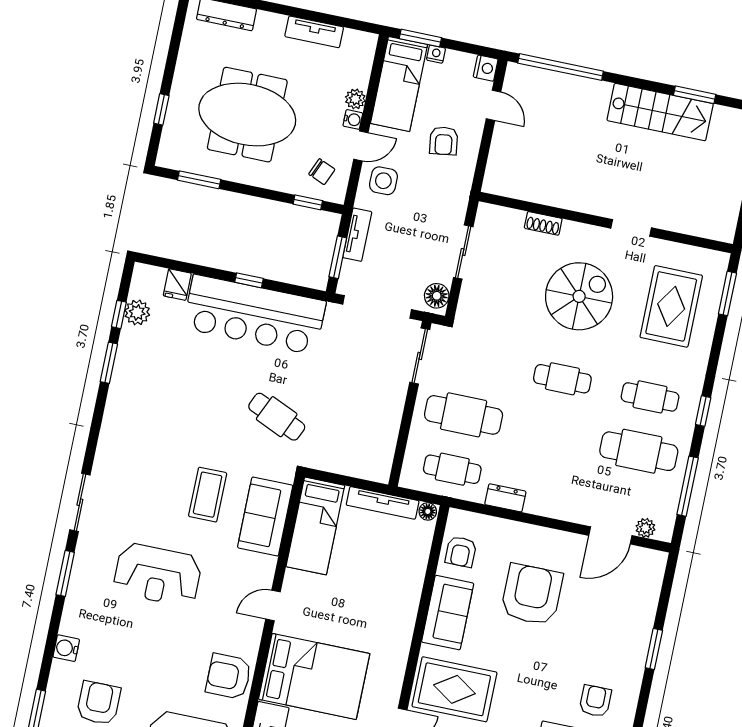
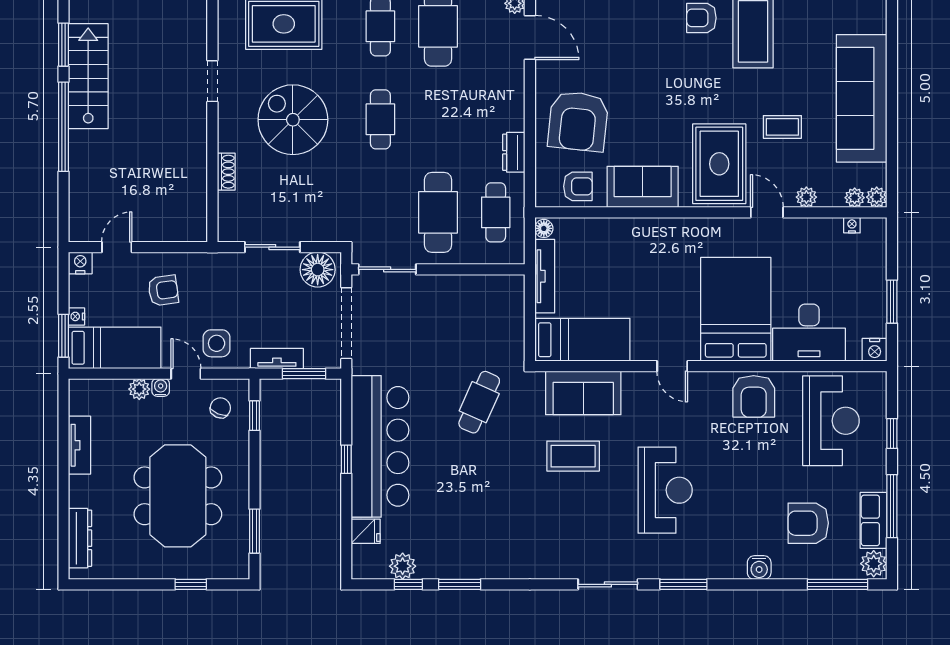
window: (561, 67) -> (63, 127), moved
floor lamp: (437, 296) -> (318, 270), width x1.38, depth x1.38
armchair: (532, 595) -> (578, 121), moved, turned -84

